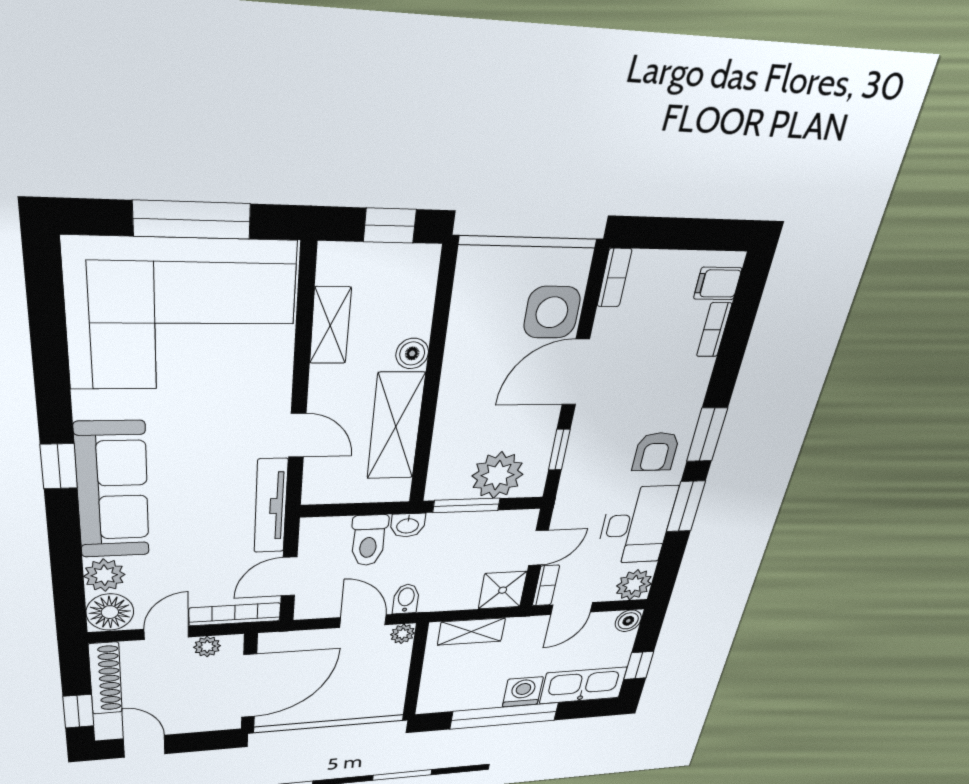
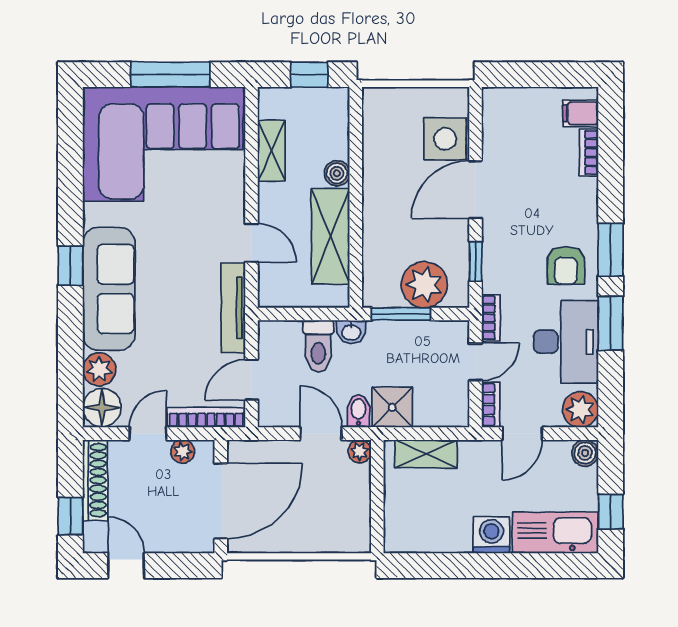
bookcase: (614, 278) -> (491, 318), moved
shower: (503, 590) -> (392, 407), moved
window: (504, 716) -> (477, 566), removed

